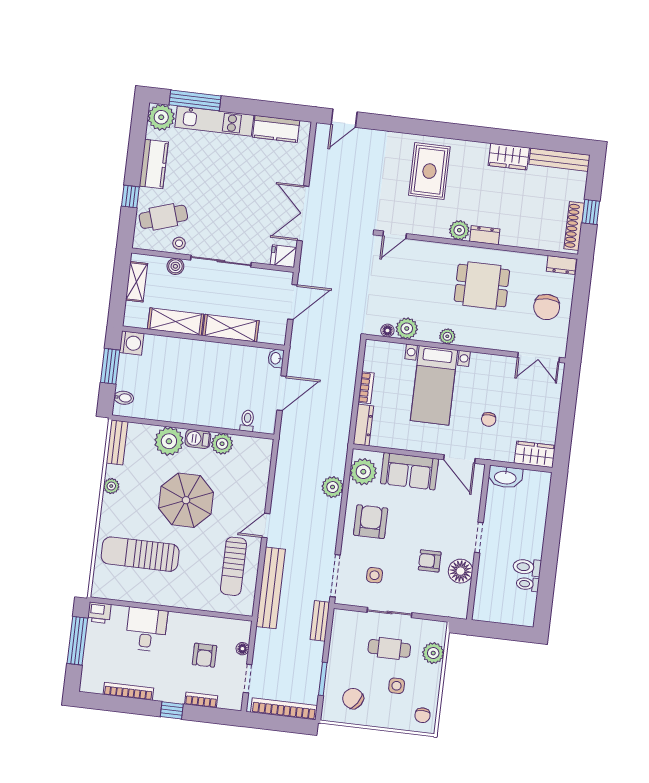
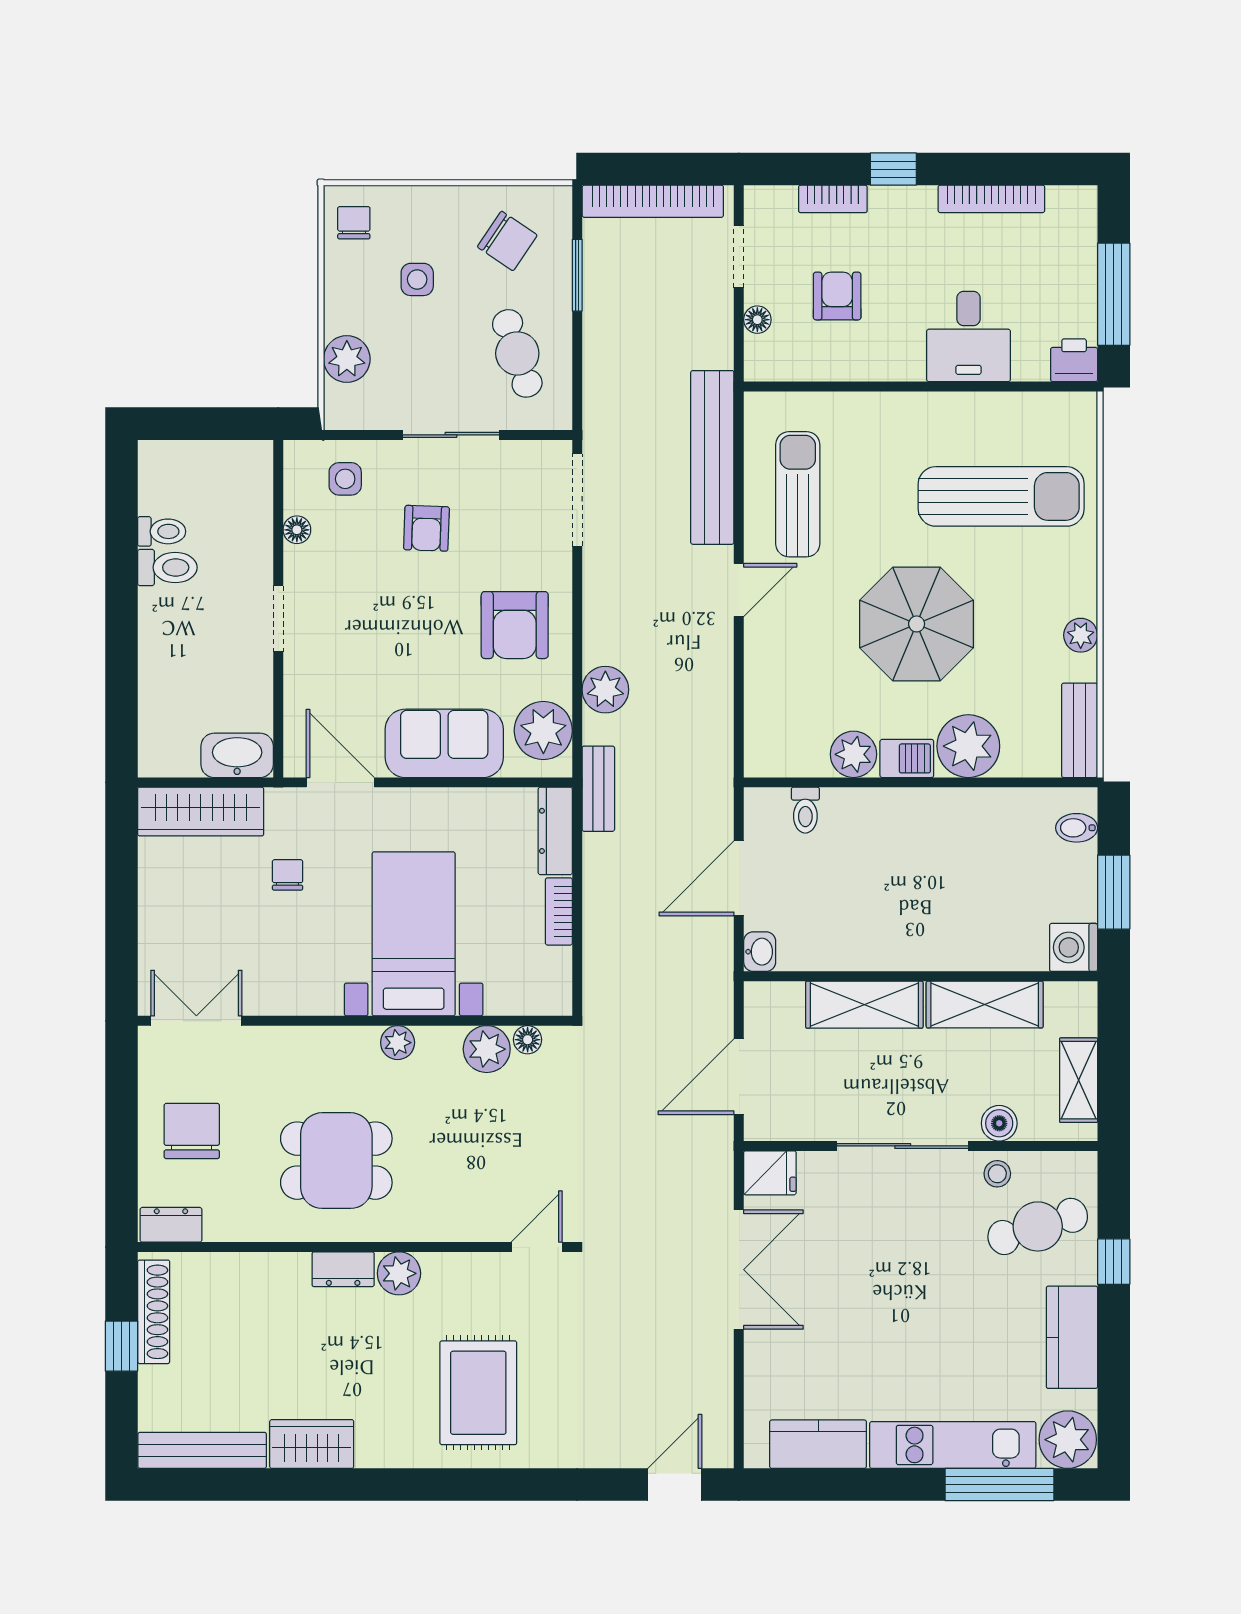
wardrobe: (535, 454) -> (201, 812), width x1.50
armchair: (430, 561) -> (426, 528), moved, turned 92
floor lamp: (461, 571) -> (297, 530), width x0.53, depth x0.53
side table: (374, 575) -> (345, 479), moved
bench: (320, 621) -> (598, 789), moved
cafe table: (389, 648) -> (517, 353), moved, turned 72

